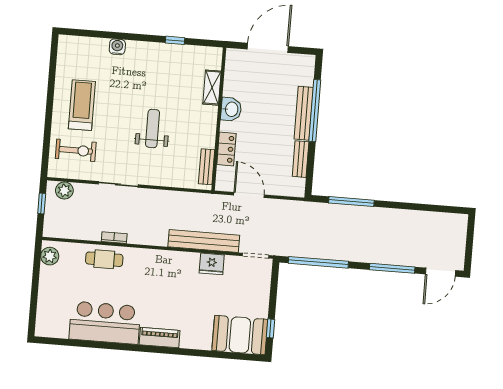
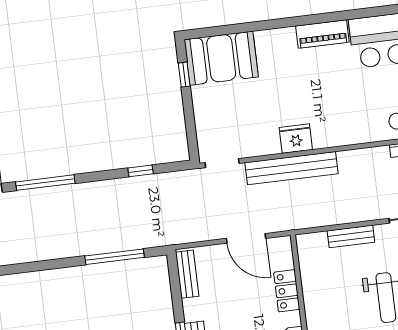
bench: (301, 159) -> (187, 274), moved
bench: (207, 167) -> (351, 236), moved, turned 90
window: (318, 262) -> (141, 171), width x0.32
fridge: (212, 264) -> (296, 139), moved

